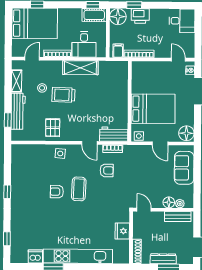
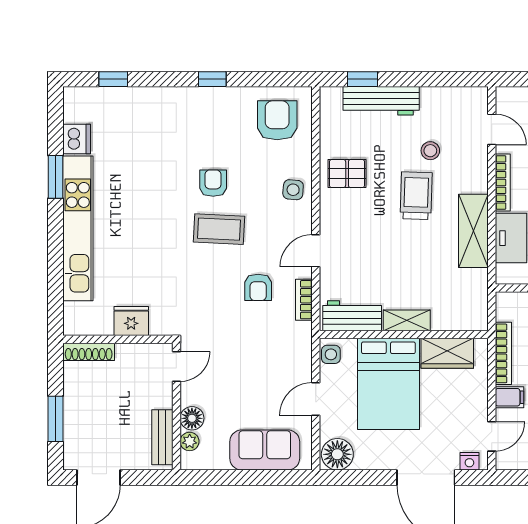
filing cabinet: (118, 51) -> (510, 397), moved
wardrobe: (139, 80) -> (447, 353), added
shelving: (17, 81) -> (407, 320), moved
workbench: (114, 134) -> (352, 316), moved, turned -90
armchair: (27, 161) -> (277, 120), added
dresser: (163, 259) -> (73, 407), removed

